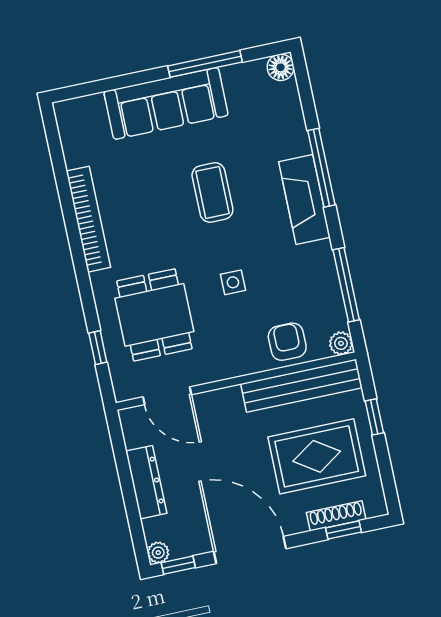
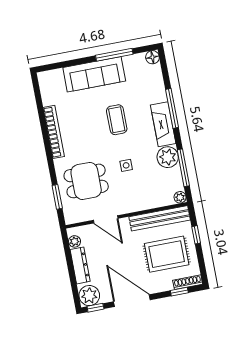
plant: (315, 264) -> (168, 157), added
dining table: (154, 315) -> (86, 181), turned 90
armchair: (287, 342) -> (153, 196), removed
window: (98, 348) -> (57, 197), width x1.50
door: (167, 396) -> (106, 219), moved
plant: (134, 435) -> (75, 241), added
shoe rack: (336, 516) -> (188, 282), moved
plant: (158, 553) -> (89, 296), width x1.87, depth x1.87

